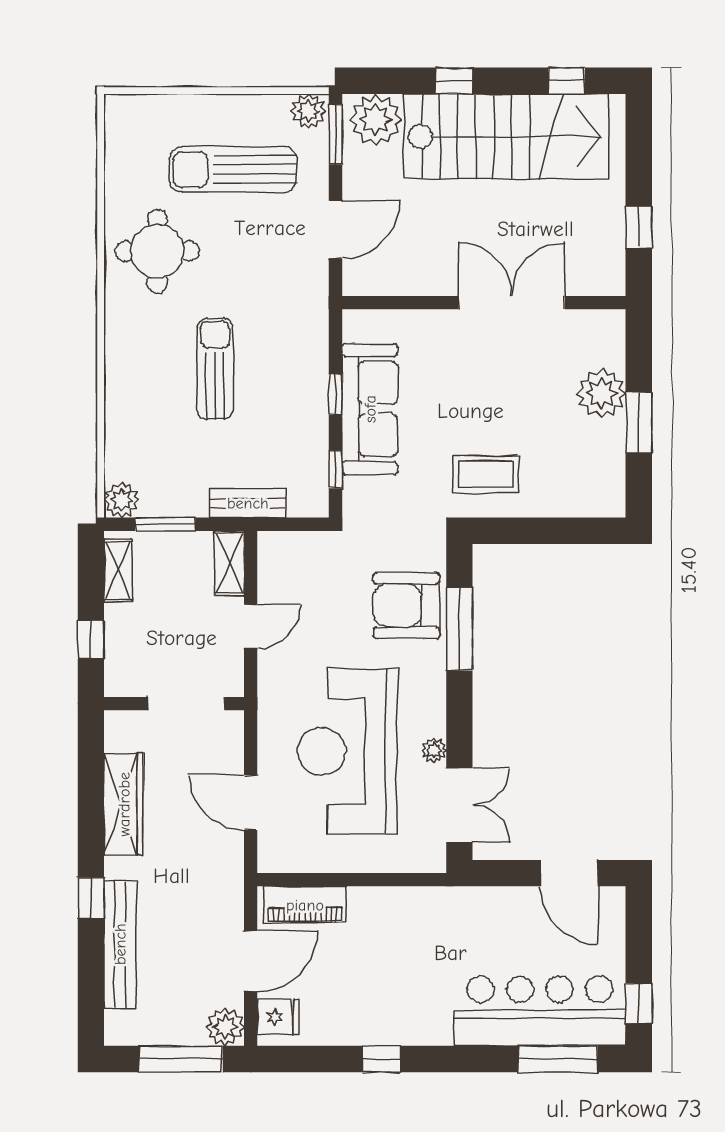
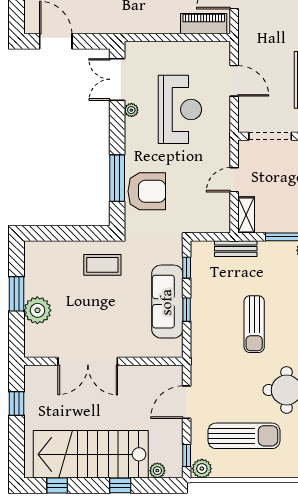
plant: (376, 119) -> (157, 471), width x0.53, depth x0.53
window: (335, 134) -> (187, 455), width x0.67
reception desk: (348, 751) -> (180, 109), width x0.74, depth x0.77

